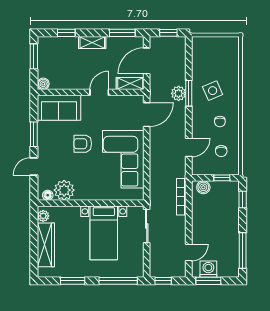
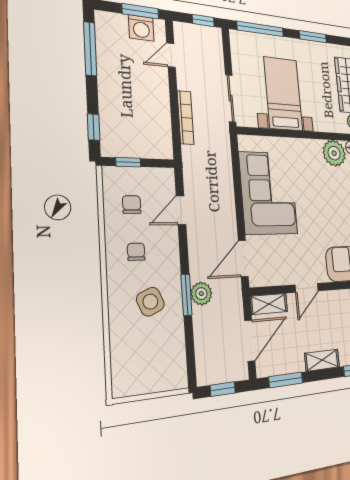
armchair: (83, 144) -> (319, 215), removed
boiler: (203, 187) -> (156, 149), removed
bookcase: (181, 197) -> (186, 118), moved

